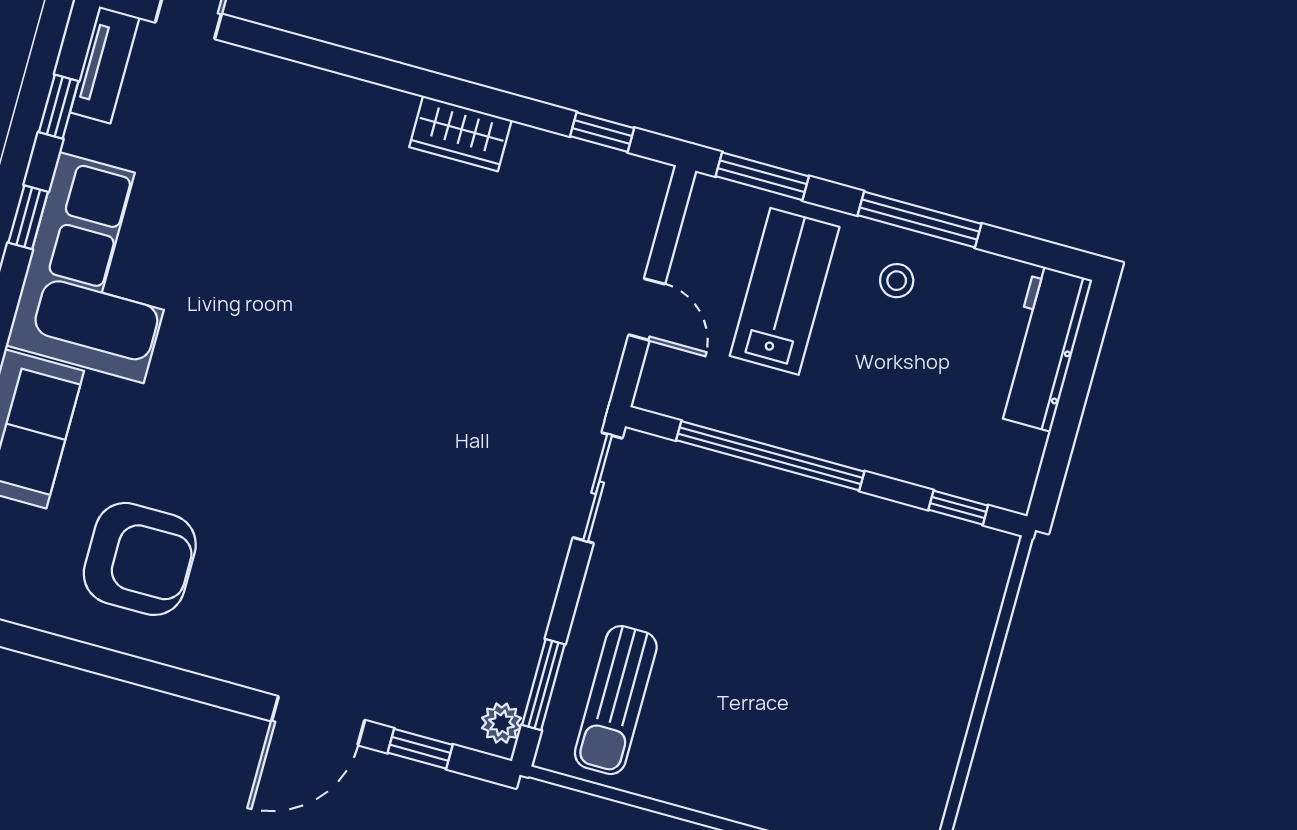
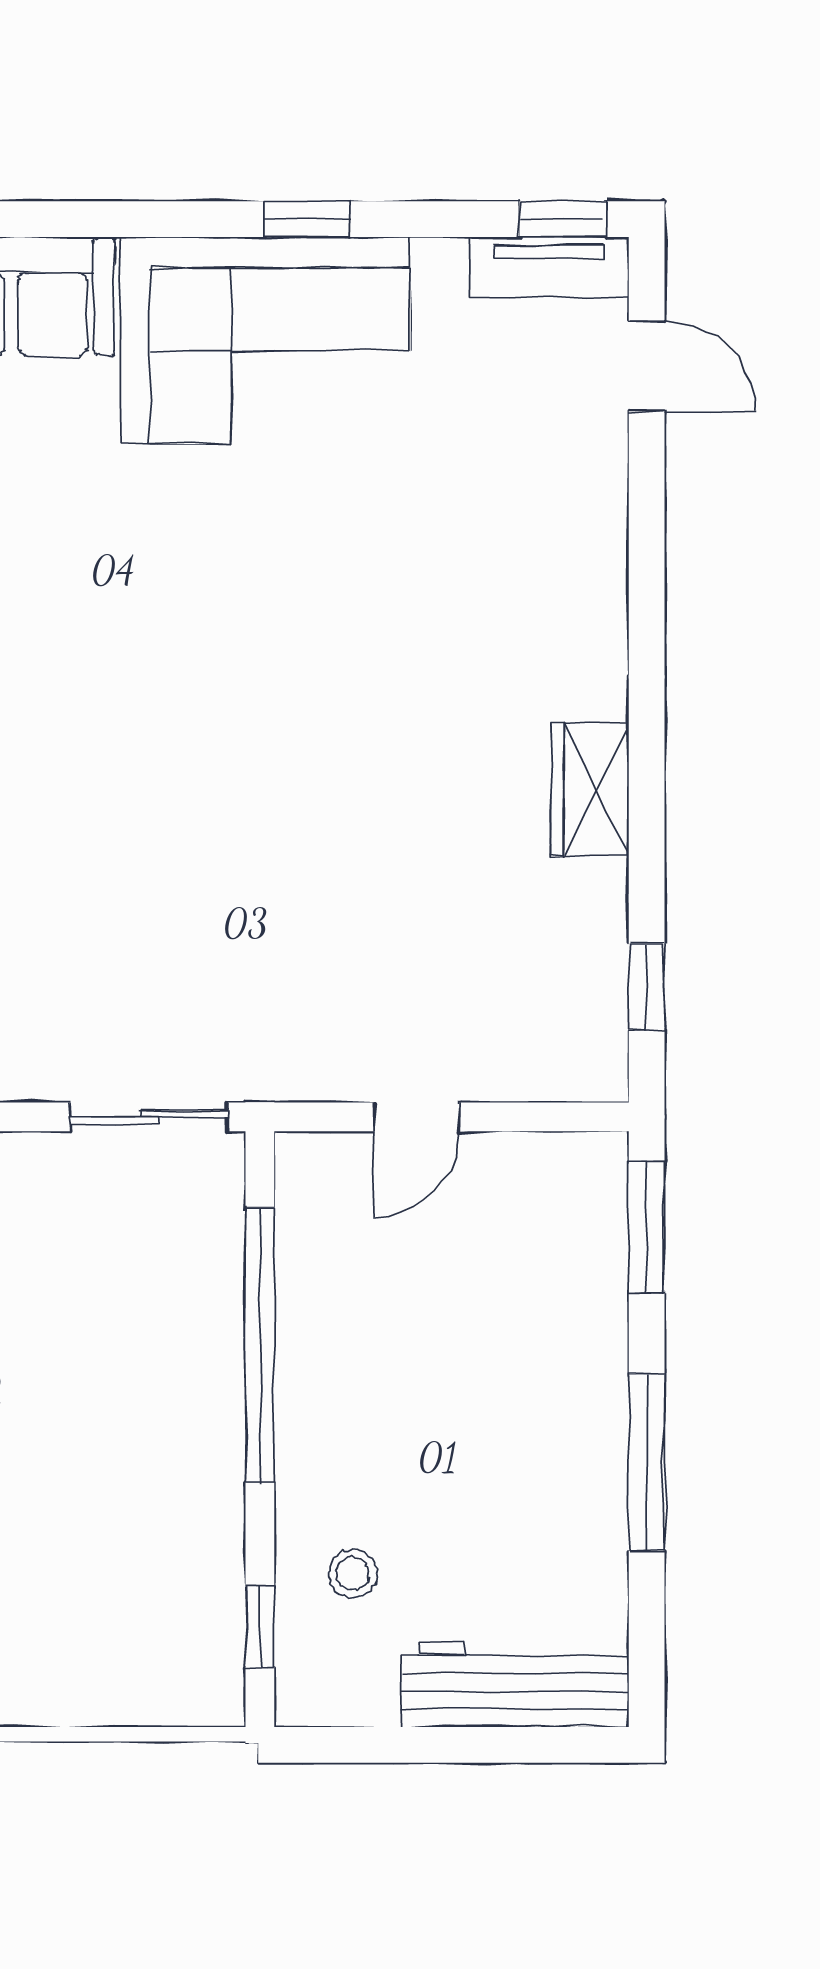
window: (59, 107) -> (563, 219), moved
stool: (897, 281) -> (353, 1573), moved
lab bench: (785, 291) -> (495, 1302), removed

